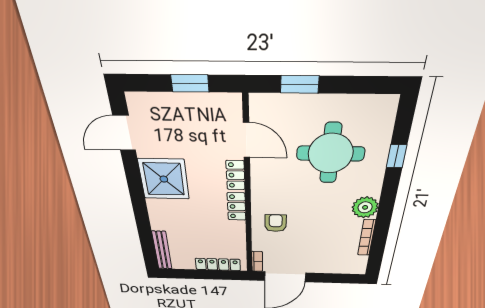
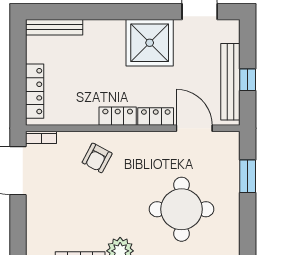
window: (190, 83) -> (248, 80), width x0.67
bench: (194, 102) -> (230, 82), added
door: (246, 140) -> (194, 128), swing flipped
armchair: (276, 223) -> (97, 158), turned 118

